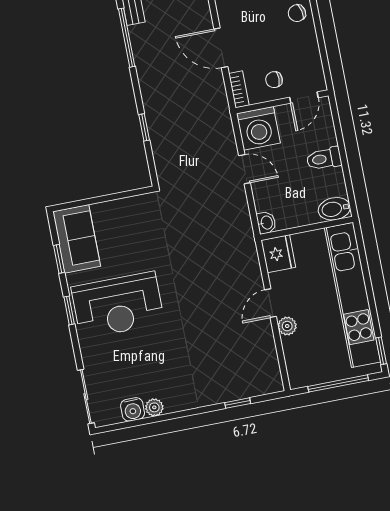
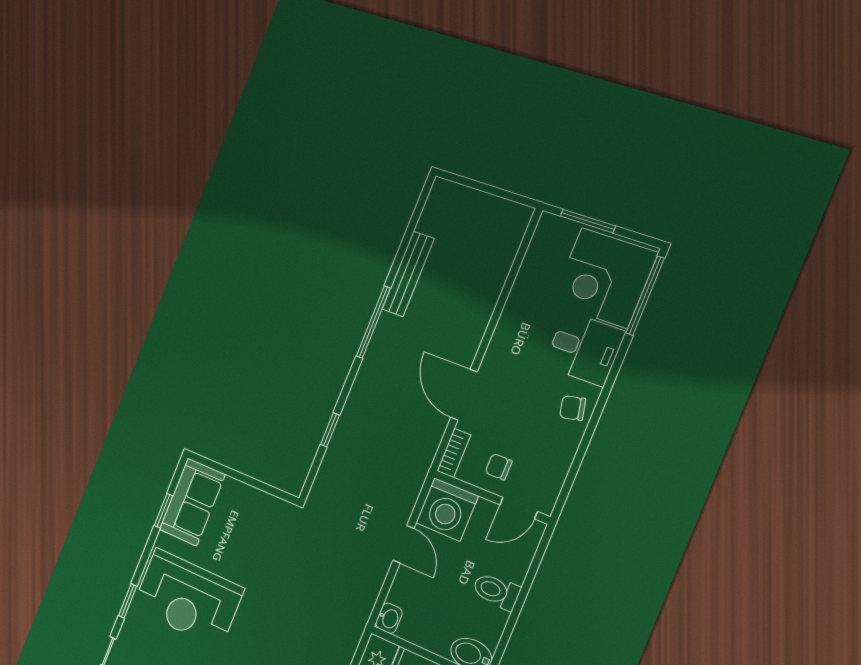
window: (69, 310) -> (128, 601), moved

